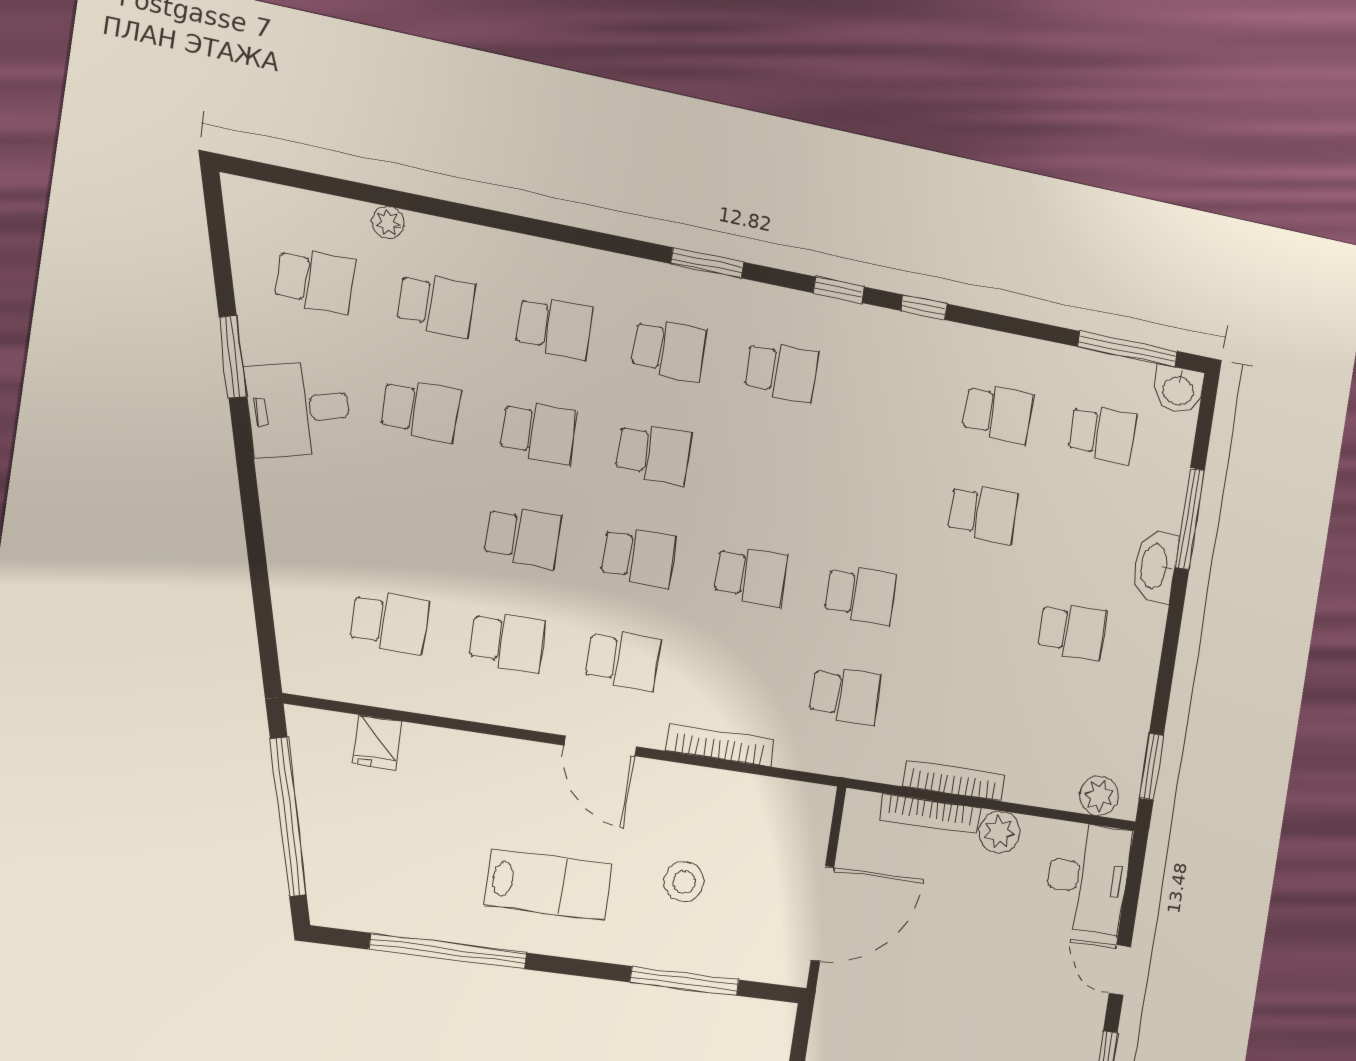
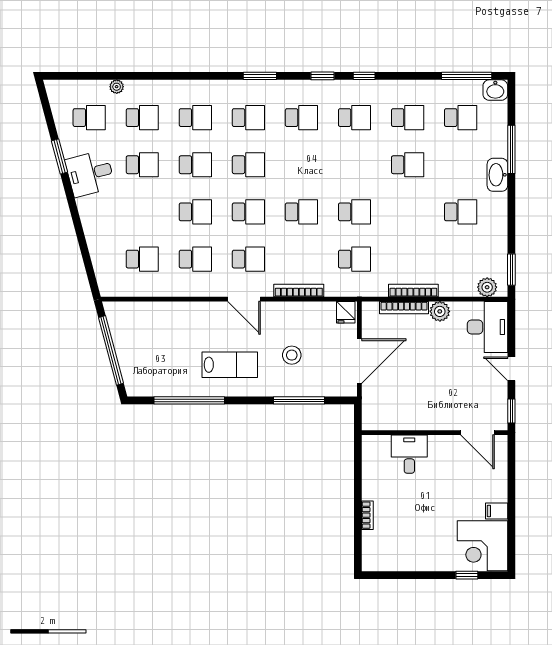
school desk: (891, 393) -> (354, 118), added
fridge: (377, 743) -> (346, 312), moved

